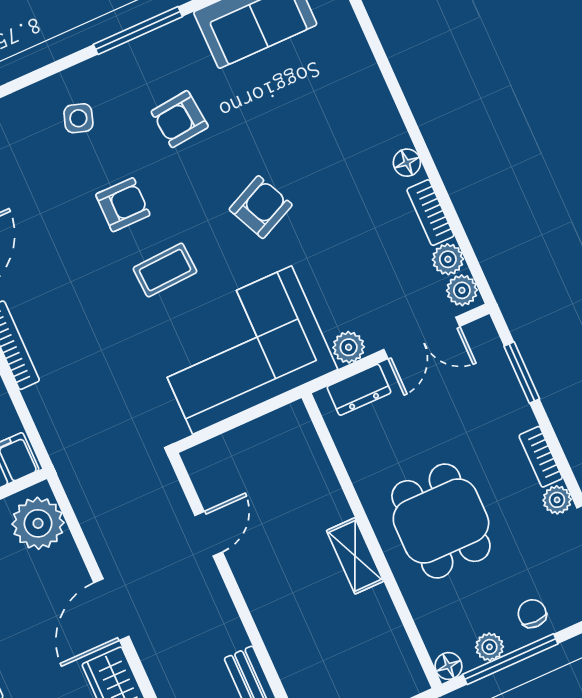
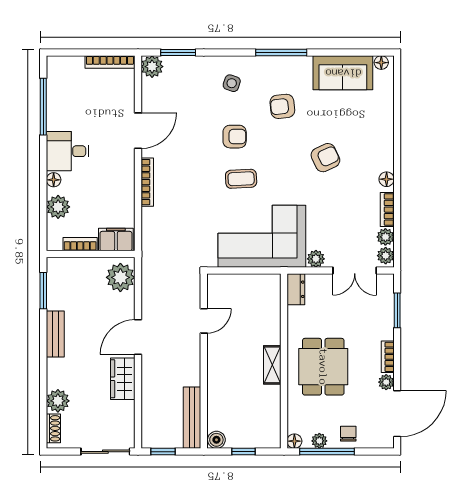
armchair: (261, 207) -> (325, 158), moved
dresser: (359, 390) -> (296, 289), moved, turned -90

